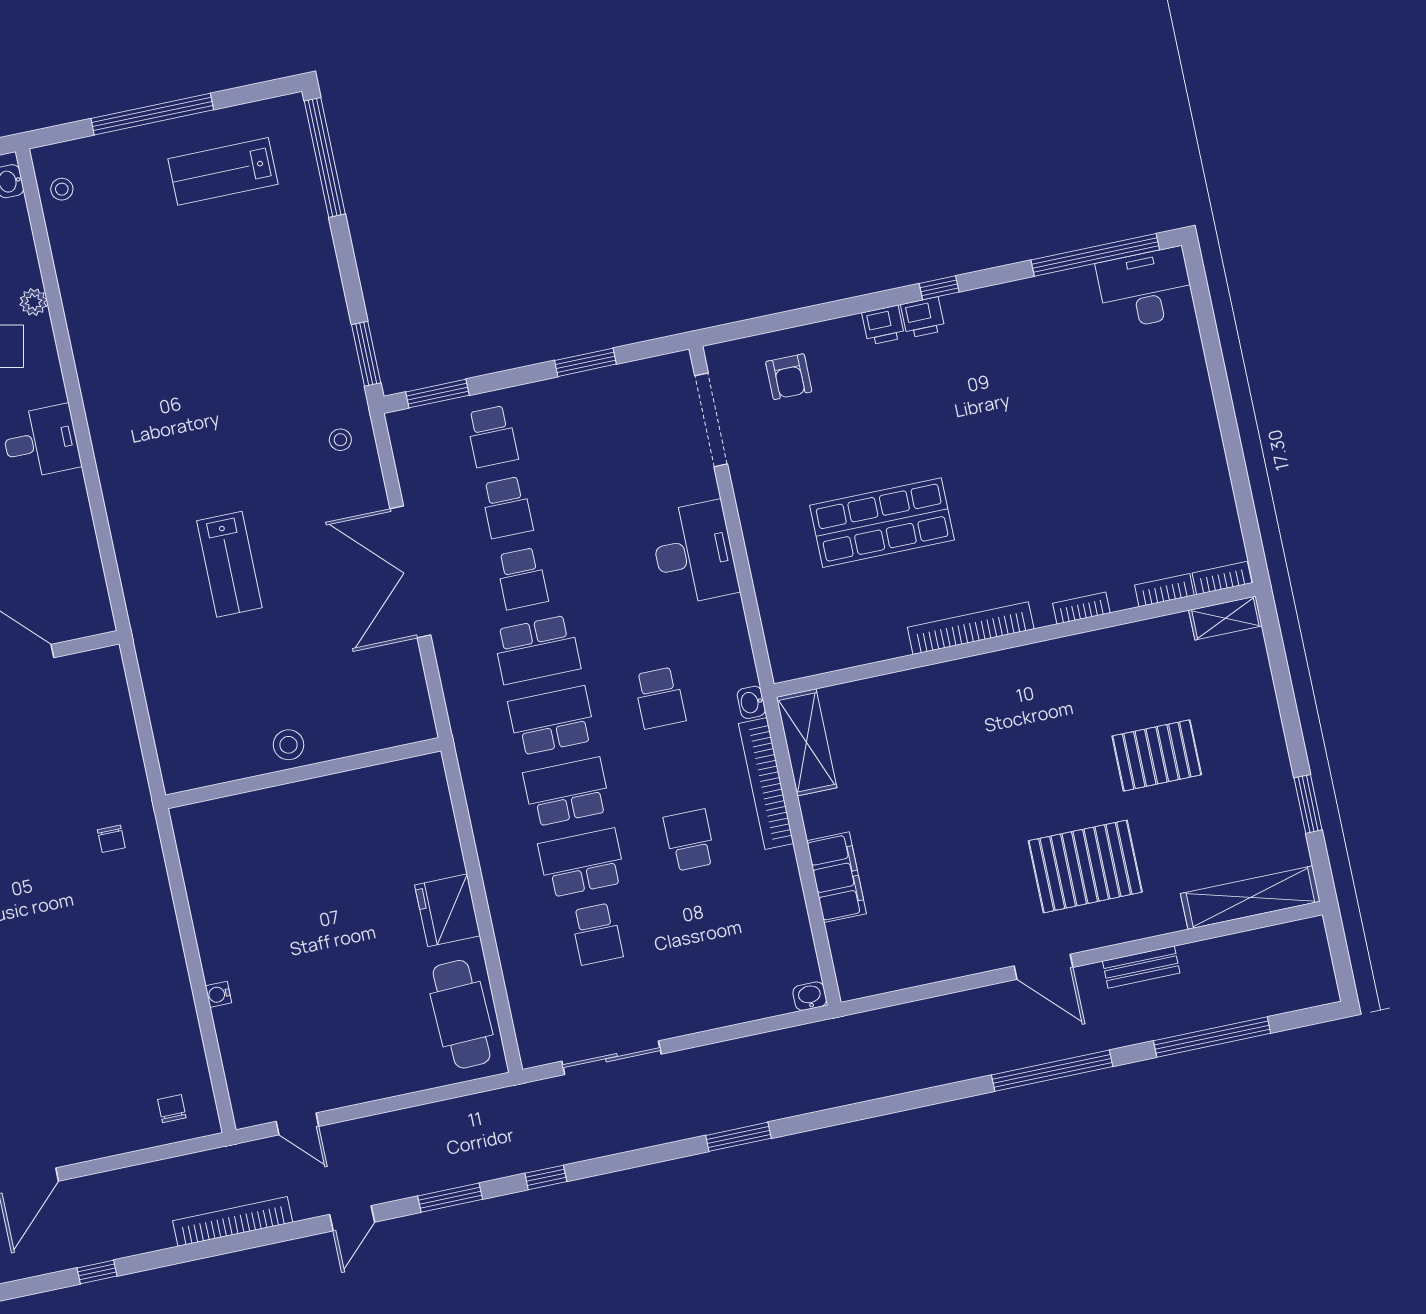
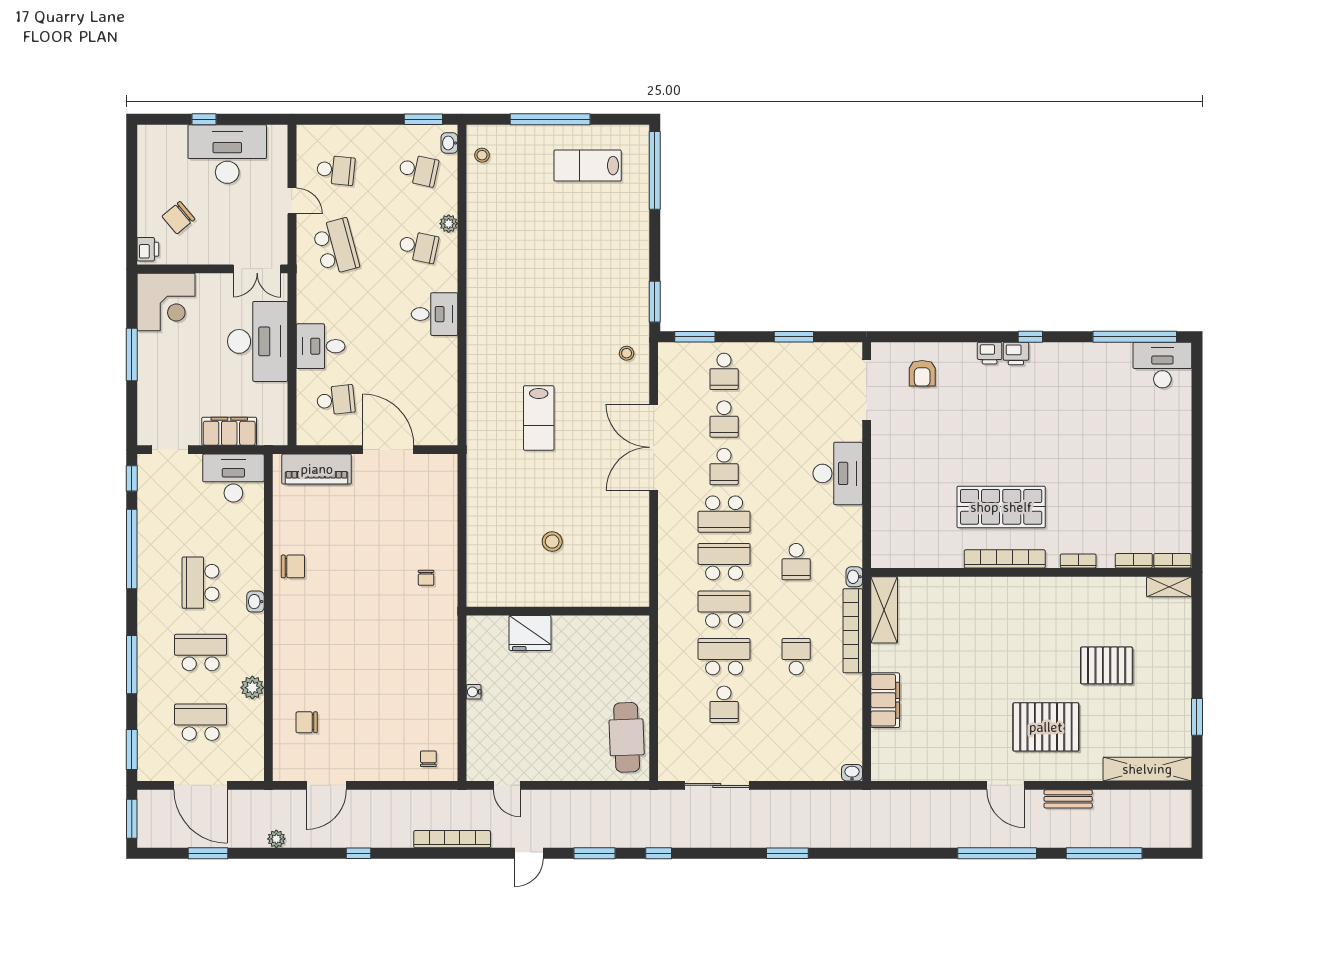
shop shelf: (882, 523) -> (1001, 507), moved
wall: (303, 773) -> (558, 611), moved
fridge: (448, 910) -> (530, 633), moved, turned -90

